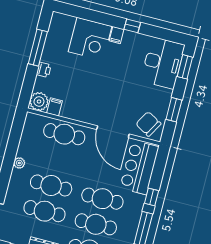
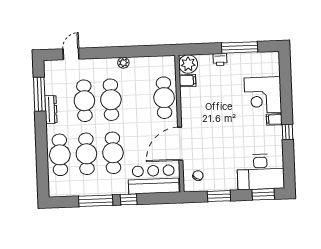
chair: (148, 124) -> (198, 176), width x0.54, depth x0.54

